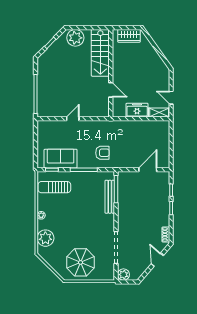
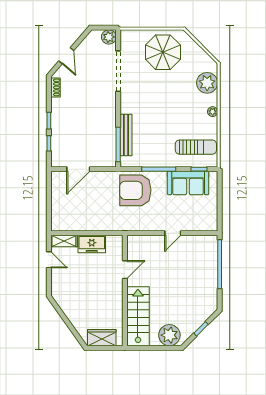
door: (111, 90) -> (125, 270), swing flipped
armchair: (102, 153) -> (135, 190), width x1.88, depth x1.88

